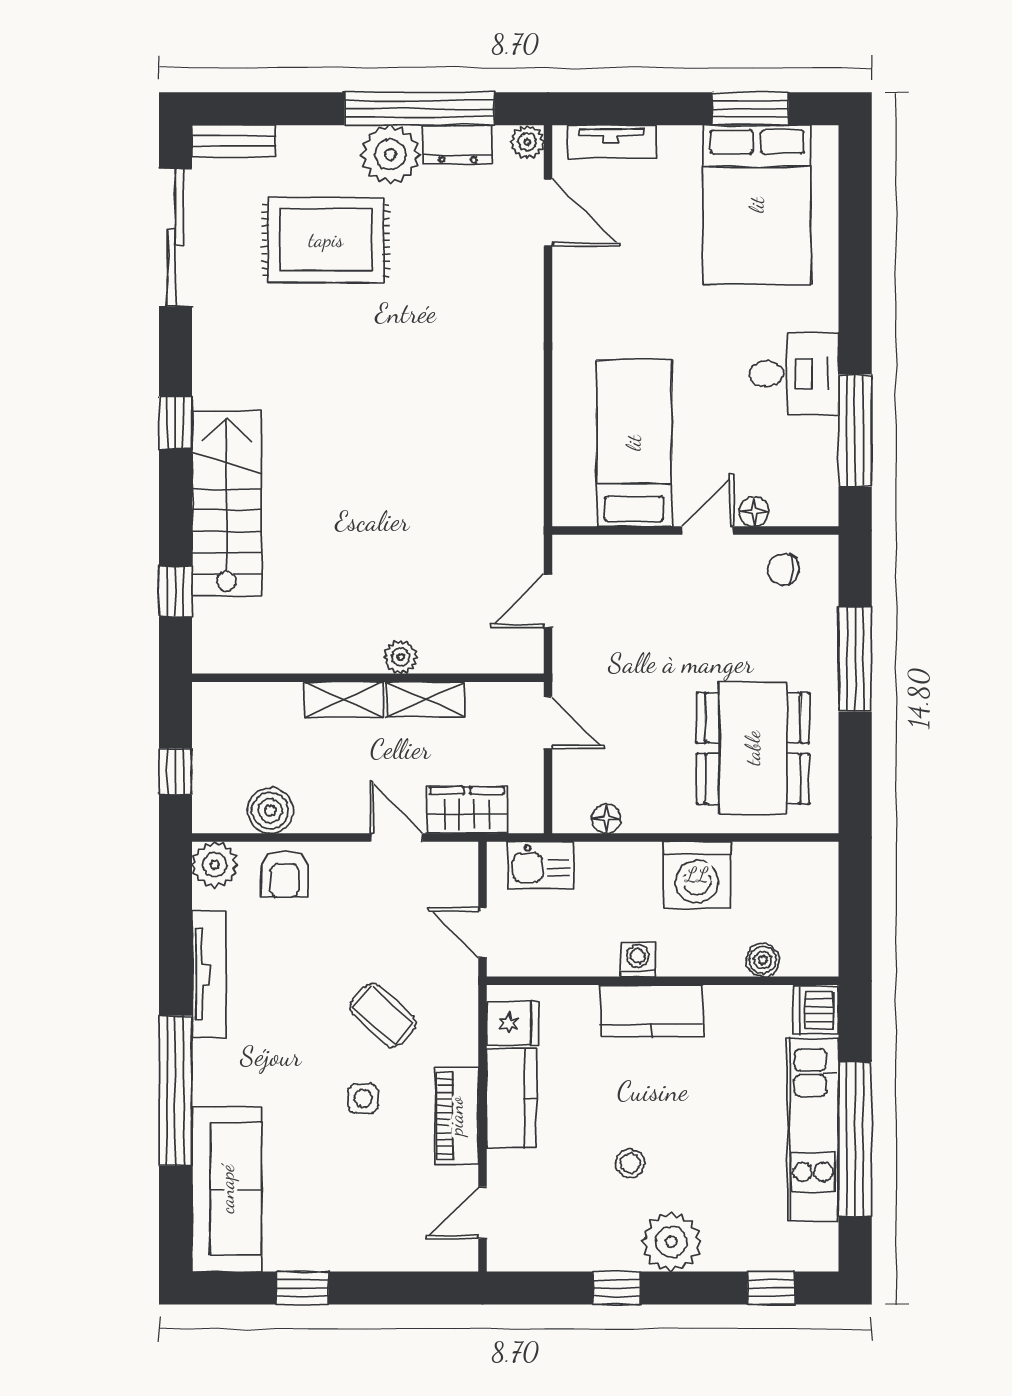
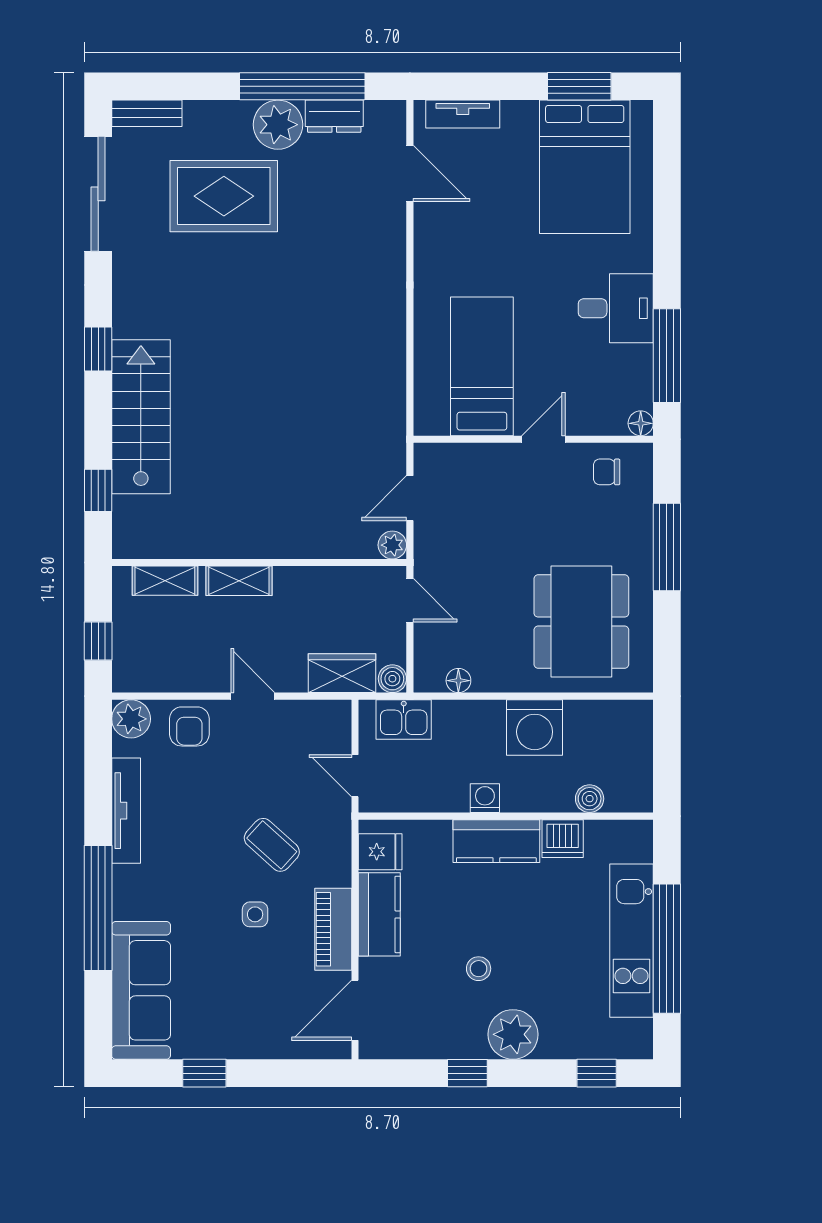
plant: (527, 142) -> (392, 114), removed
floor lamp: (754, 511) -> (641, 423), moved
plant: (401, 657) -> (392, 545), moved
shelving: (425, 699) -> (165, 581), moved
boiler: (270, 811) -> (392, 679), moved, width x0.73, depth x0.73
door: (396, 838) -> (253, 696), moved
dishwasher: (816, 1010) -> (563, 839), moved, turned -90
door: (482, 1213) -> (355, 1010), width x1.38

